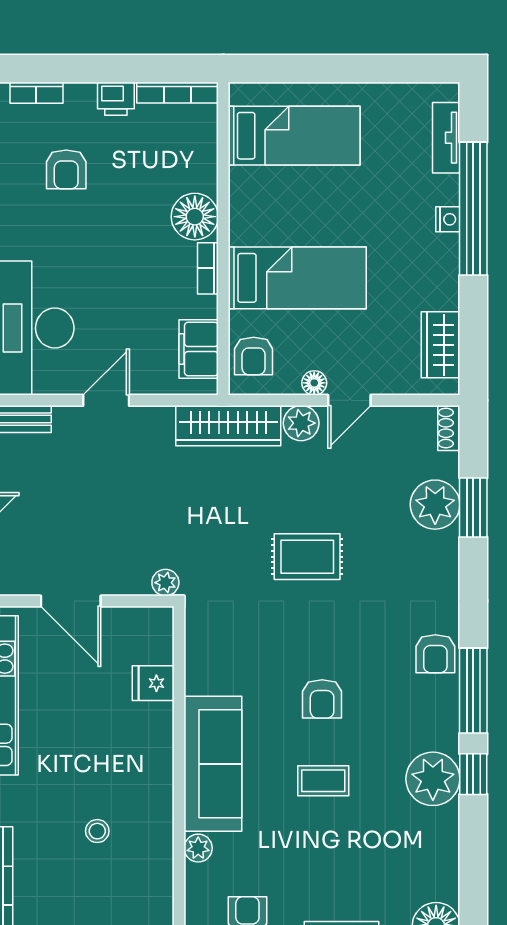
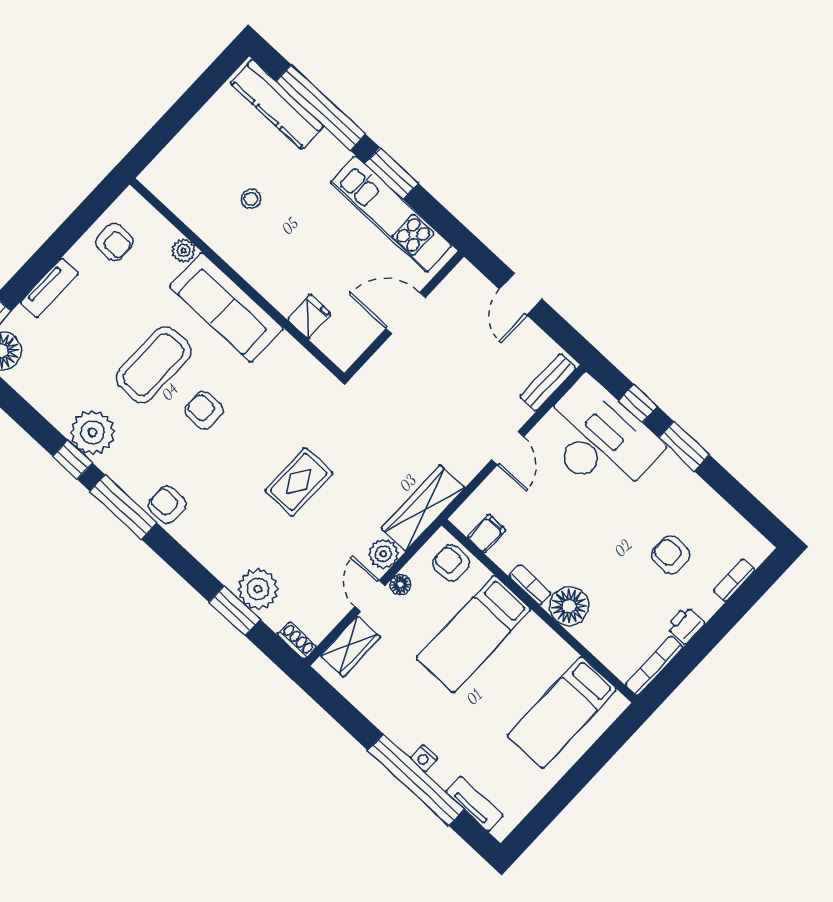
wardrobe: (441, 345) -> (350, 646), moved, turned 90
filing cabinet: (199, 349) -> (486, 534), width x0.50
plant: (165, 583) -> (363, 381), removed
coffee table: (323, 781) -> (154, 365), width x1.86, depth x1.72

